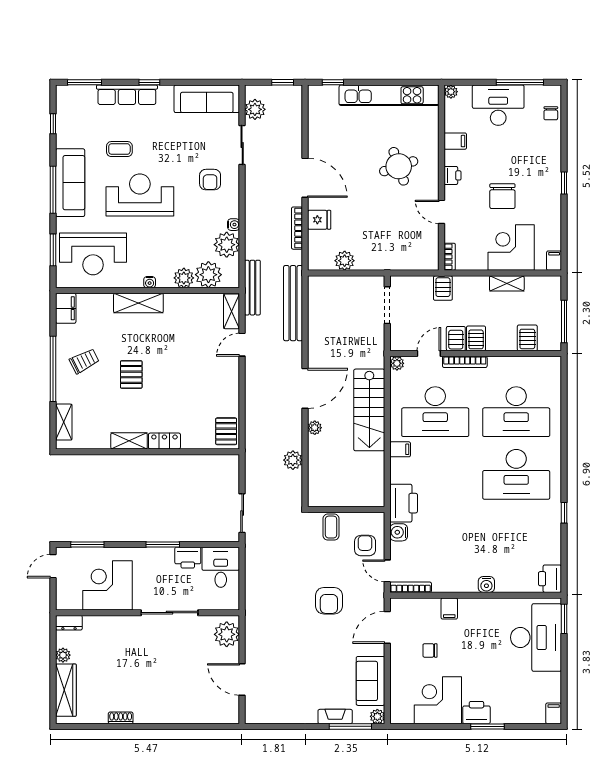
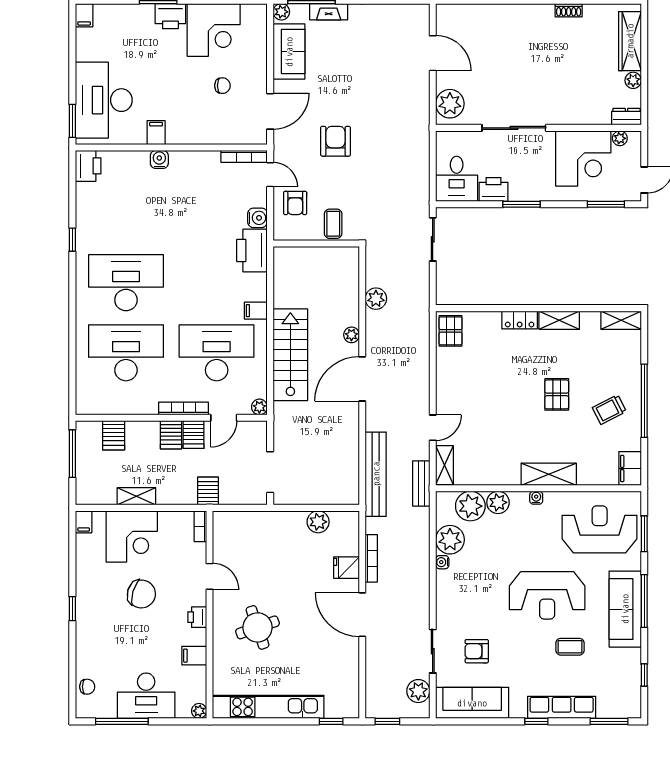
chair: (551, 113) -> (87, 687), turned 90
armchair: (210, 180) -> (477, 651), moved, turned -90
chair: (502, 196) -> (141, 594), turned 106
bench: (252, 288) -> (421, 483), width x0.73
shelving: (64, 422) -> (621, 320), moved, turned 90
plant: (75, 603) -> (620, 138), added
filing cabinet: (449, 609) -> (156, 133), moved

